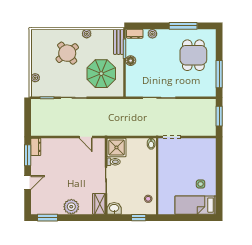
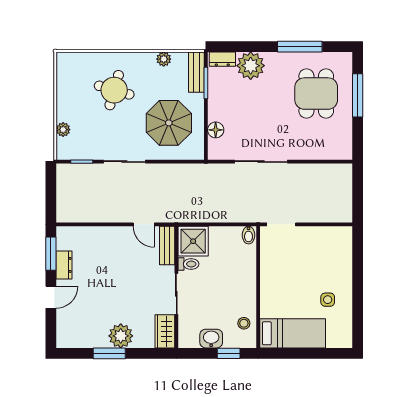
plant: (87, 34) -> (164, 59), moved
plant: (152, 34) -> (251, 66), width x1.88, depth x1.88
round table: (67, 53) -> (114, 90), turned -36
floor lamp: (131, 61) -> (216, 130), moved
window: (219, 74) -> (358, 95), moved
window: (219, 116) -> (358, 191), removed
dresser: (36, 147) -> (64, 265), moved
bench: (100, 150) -> (167, 245), added
bed: (196, 205) -> (293, 333), moved, turned 180
washbasin: (114, 208) -> (211, 339), moved
window: (48, 218) -> (109, 353), moved

